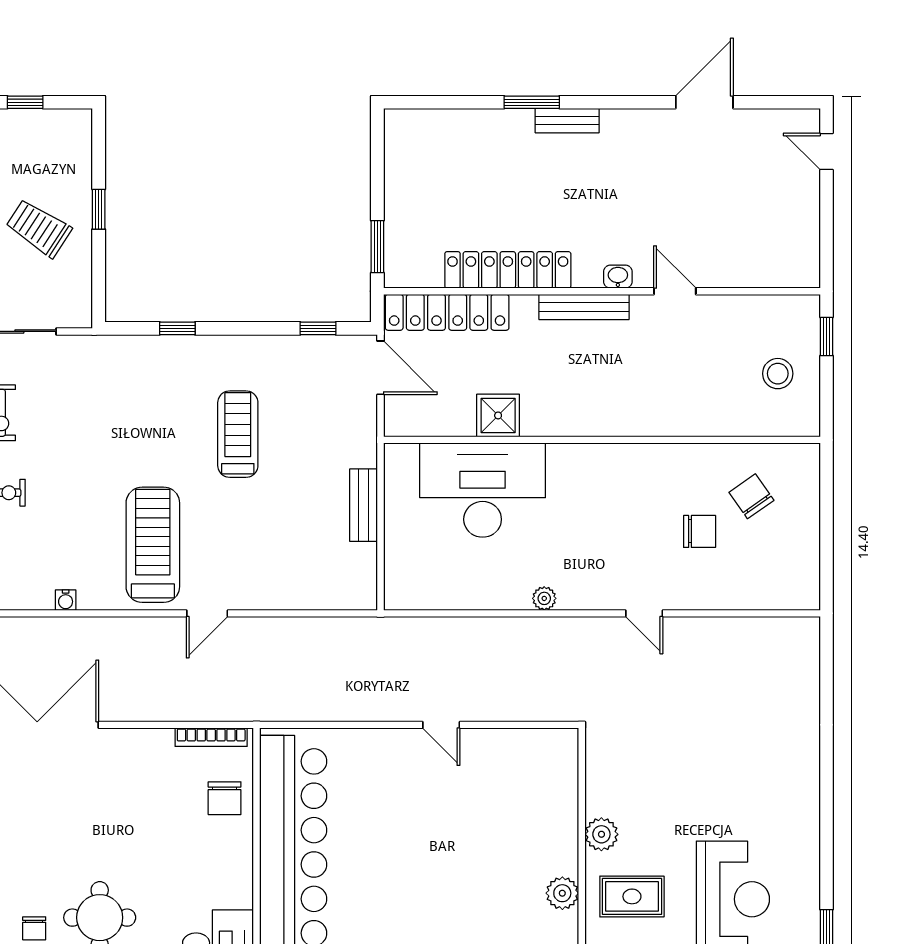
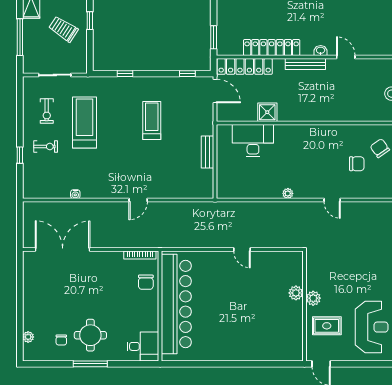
desk: (483, 490) -> (253, 141), width x0.73, depth x0.77
treadmill: (153, 545) -> (85, 122), moved
plant: (562, 893) -> (296, 293), moved

